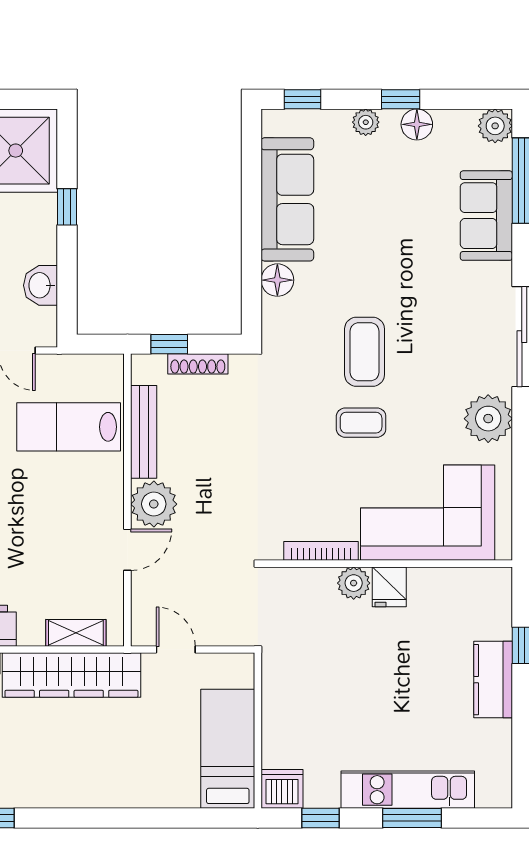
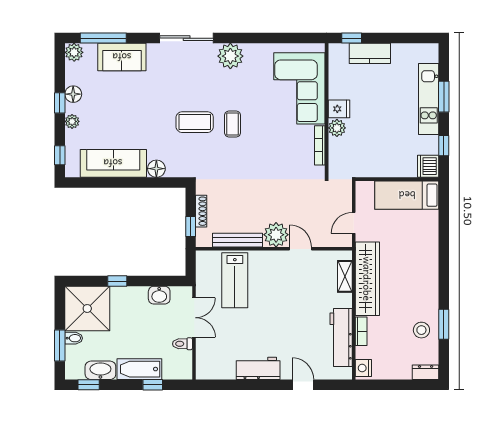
corner sofa: (428, 513) -> (299, 88), moved
bookcase: (321, 551) -> (320, 145), moved
wall: (387, 564) -> (327, 110), moved
plant: (354, 583) -> (337, 128), moved
fridge: (389, 587) -> (339, 109), moved

